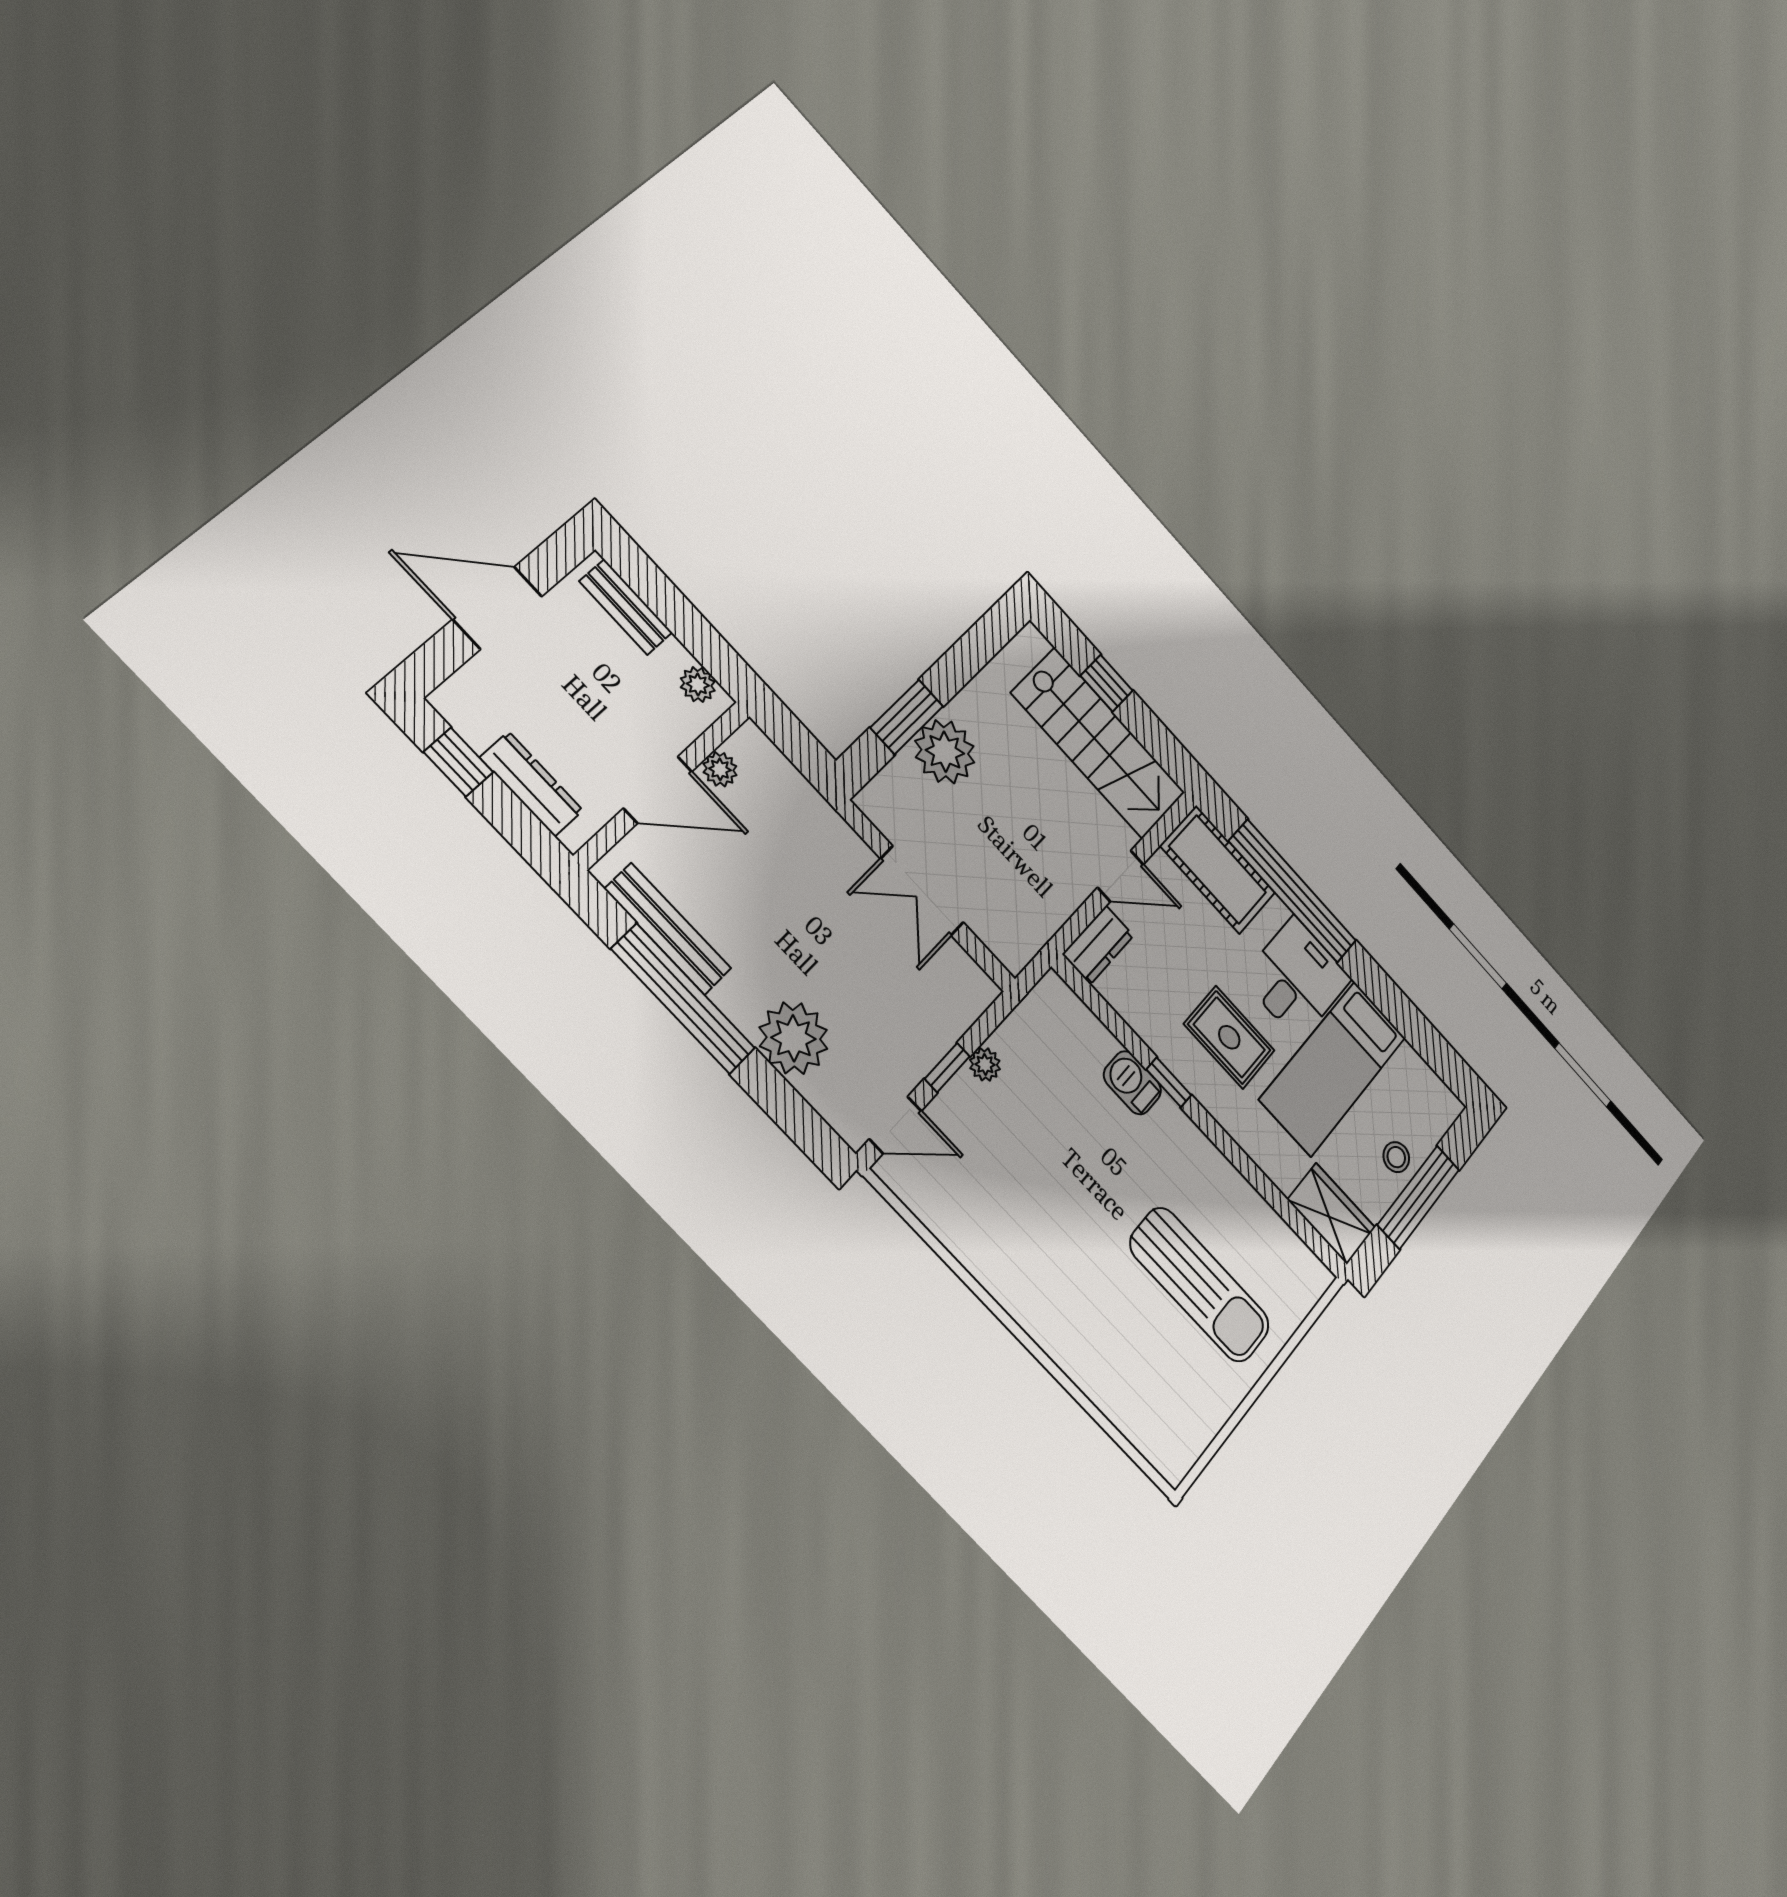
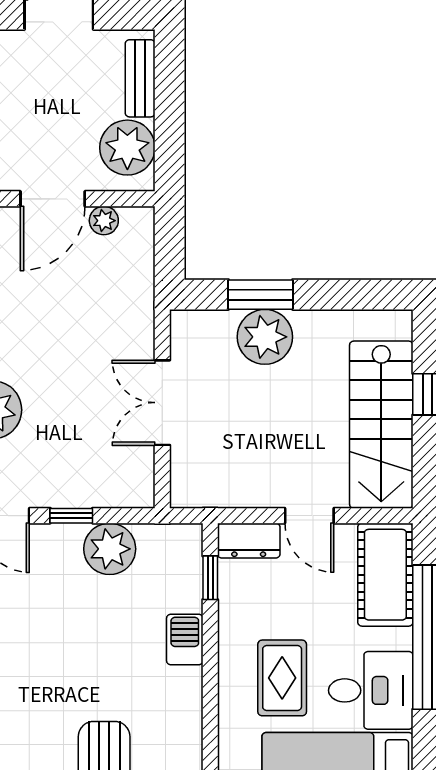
plant: (698, 685) -> (127, 148), width x1.88, depth x1.88
door: (658, 790) -> (53, 199), hinge flipped
plant: (985, 1064) -> (110, 549), width x1.87, depth x1.87
window: (1169, 1082) -> (210, 578), moved

